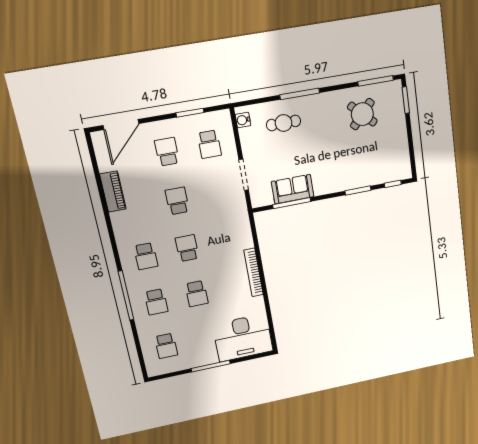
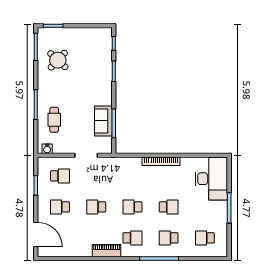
piano: (113, 192) -> (107, 251), moved
school desk: (156, 302) -> (169, 238), turned 180
school desk: (166, 346) -> (205, 238), turned 180

